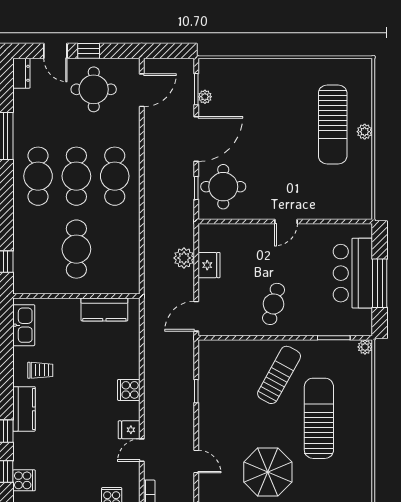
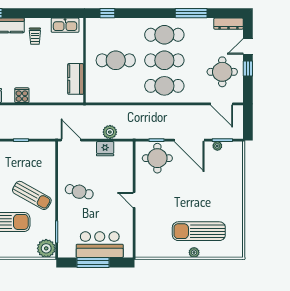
dresser: (21, 73) -> (228, 24), width x1.44
plant: (365, 347) -> (46, 248), width x1.87, depth x1.87

